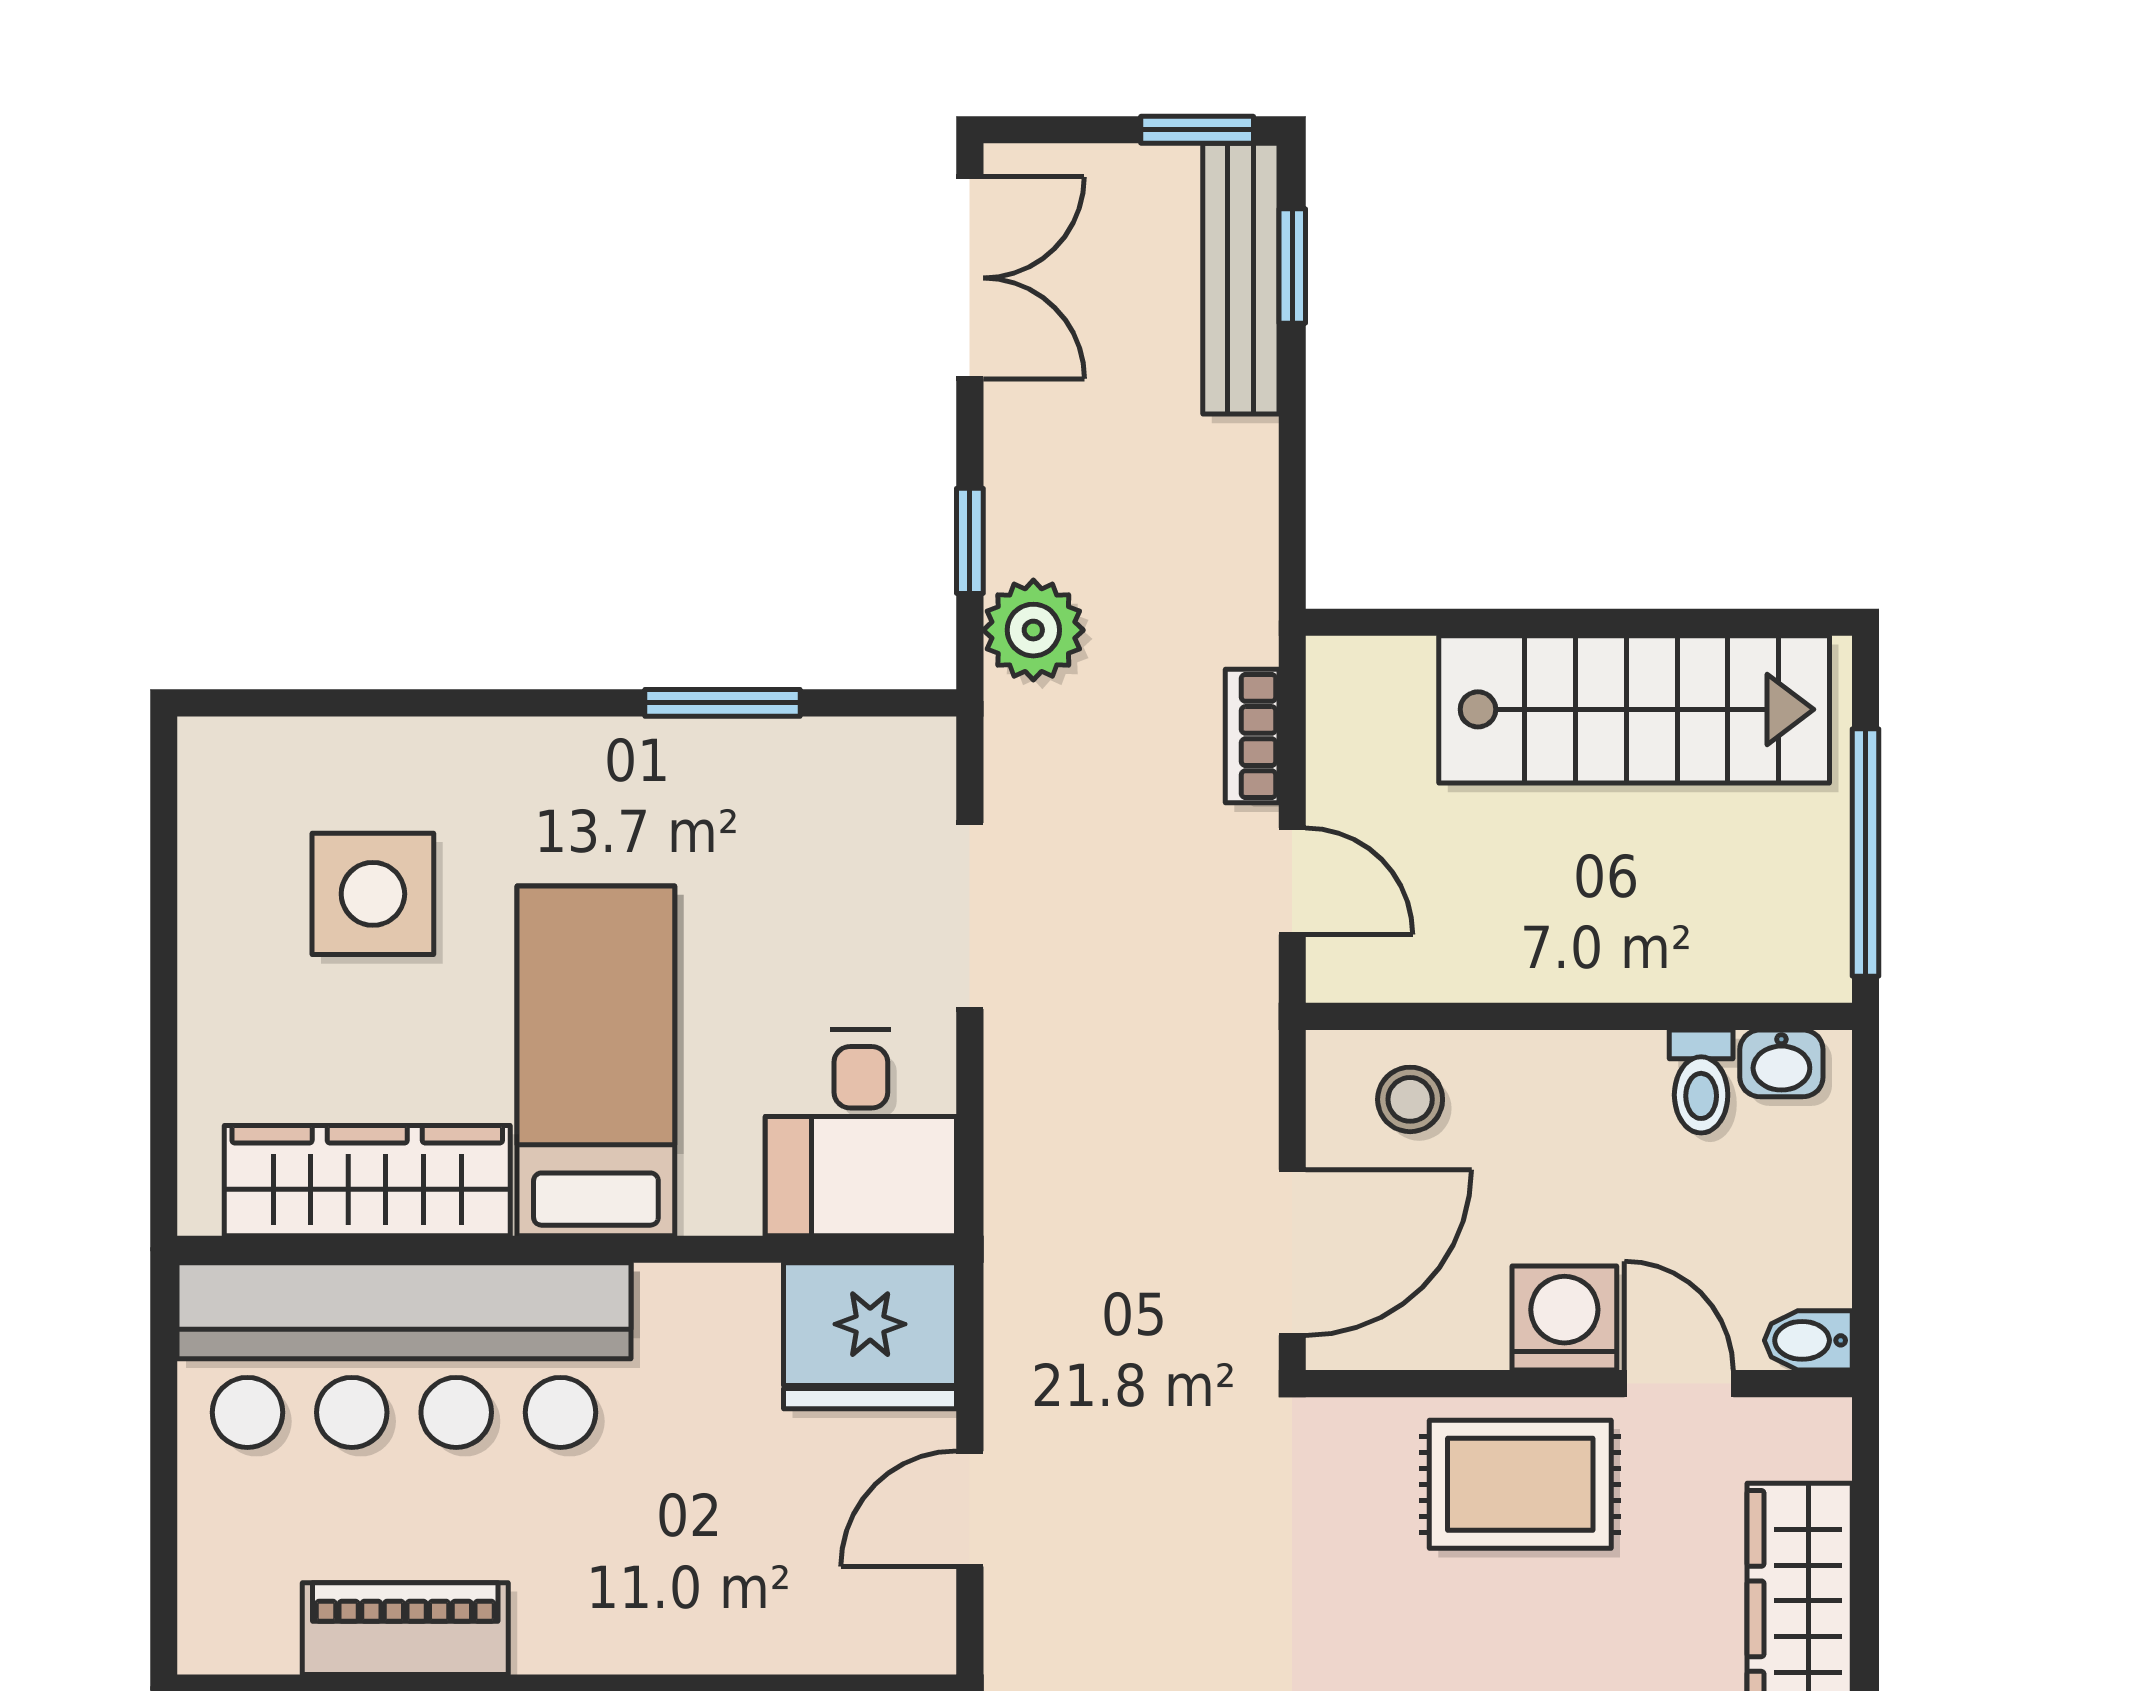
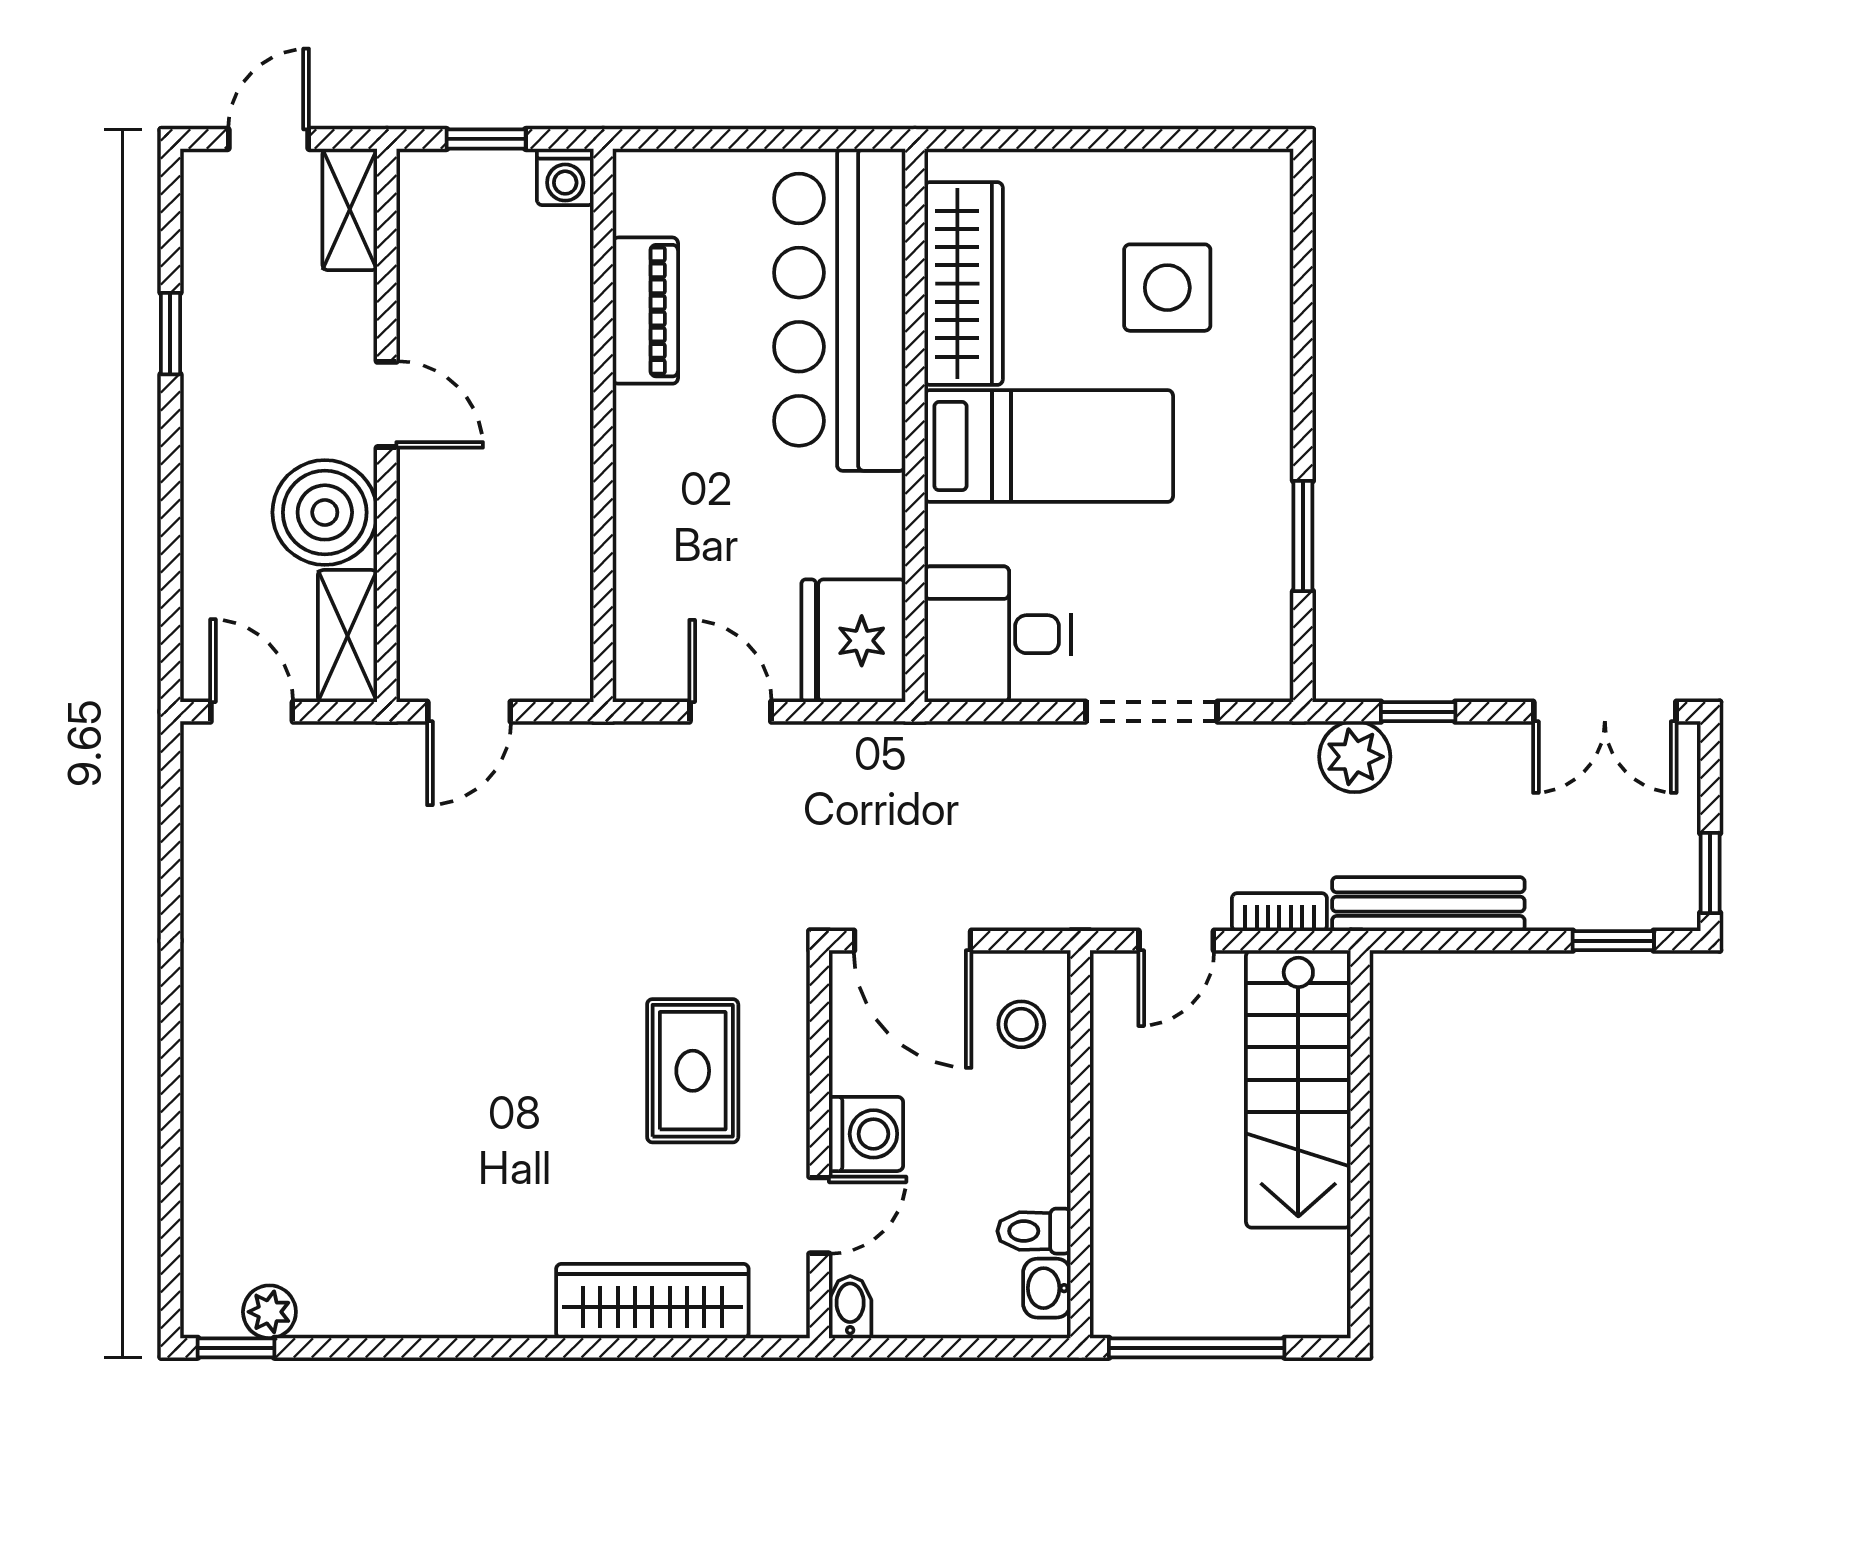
bench: (1241, 279) -> (1428, 904), moved
stairs: (1634, 709) -> (1298, 1089), moved
rug: (1520, 1484) -> (693, 1071), moved

